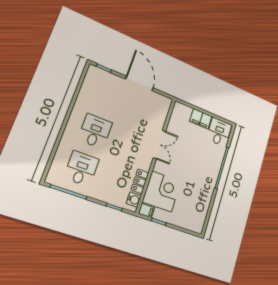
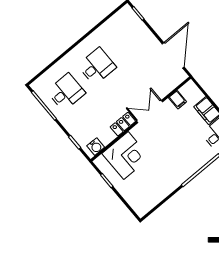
door: (139, 84) -> (173, 55), moved
double door: (159, 144) -> (150, 112), swing flipped
locker: (140, 181) -> (123, 124), moved
filing cabinet: (146, 211) -> (178, 100), moved

